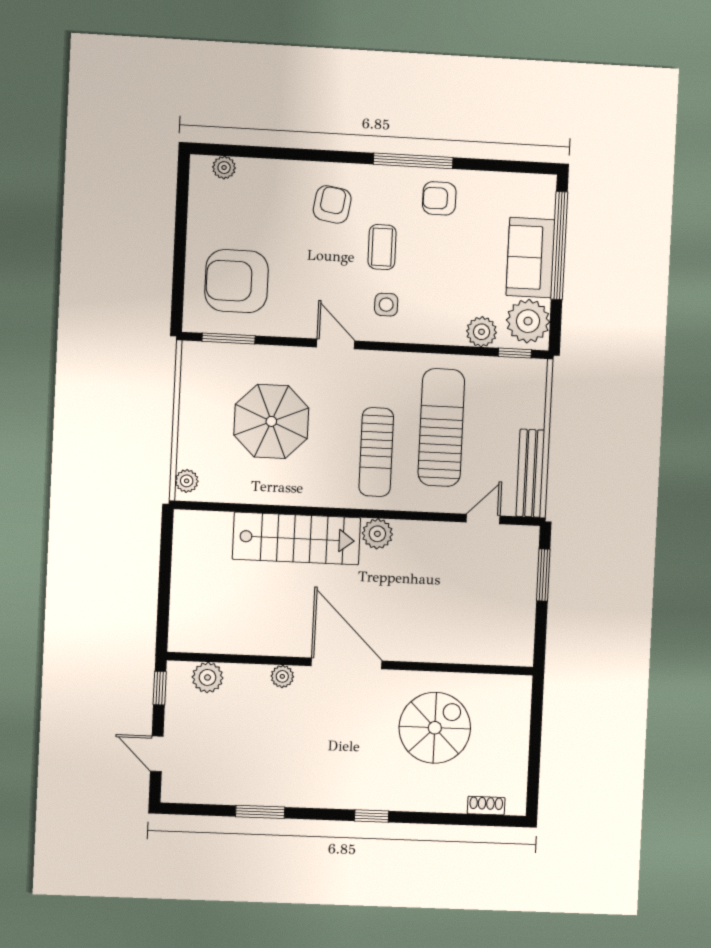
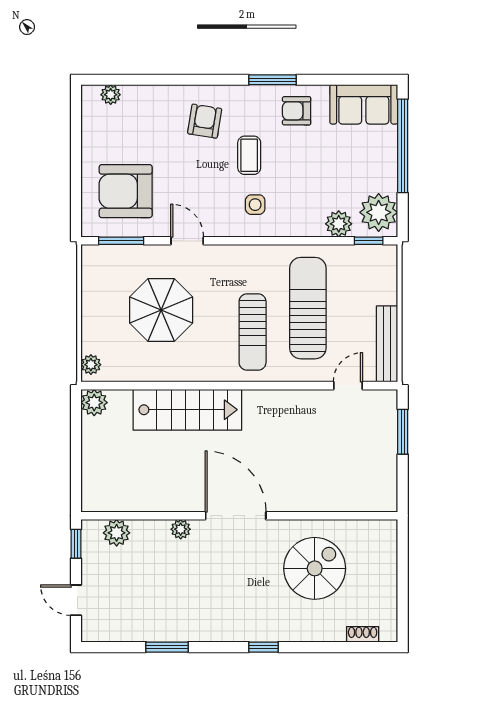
window: (413, 161) -> (273, 80), width x0.69
sofa: (530, 258) -> (364, 104), moved, turned -90
door: (336, 344) -> (187, 241), moved
plant: (377, 534) -> (94, 403), moved

